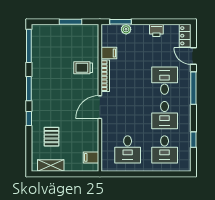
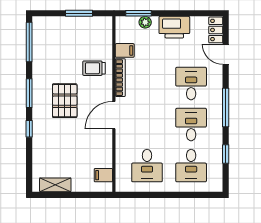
printer: (156, 30) -> (174, 27), width x1.87, depth x1.48
window: (193, 88) -> (226, 108), moved
desk: (165, 115) -> (191, 125), turned 180
pallet: (52, 137) -> (65, 101), moved, width x1.50, depth x1.42

